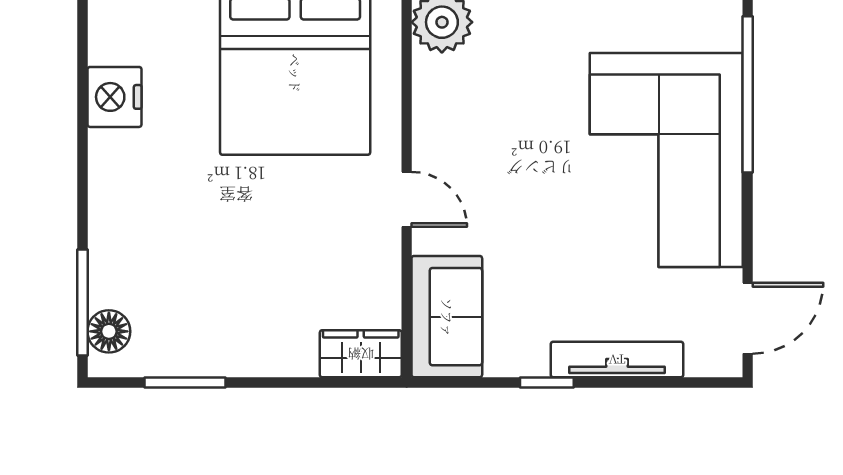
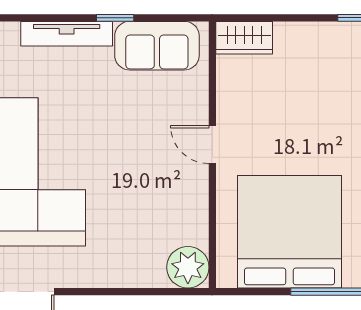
sofa: (447, 317) -> (157, 46), moved, turned -90

